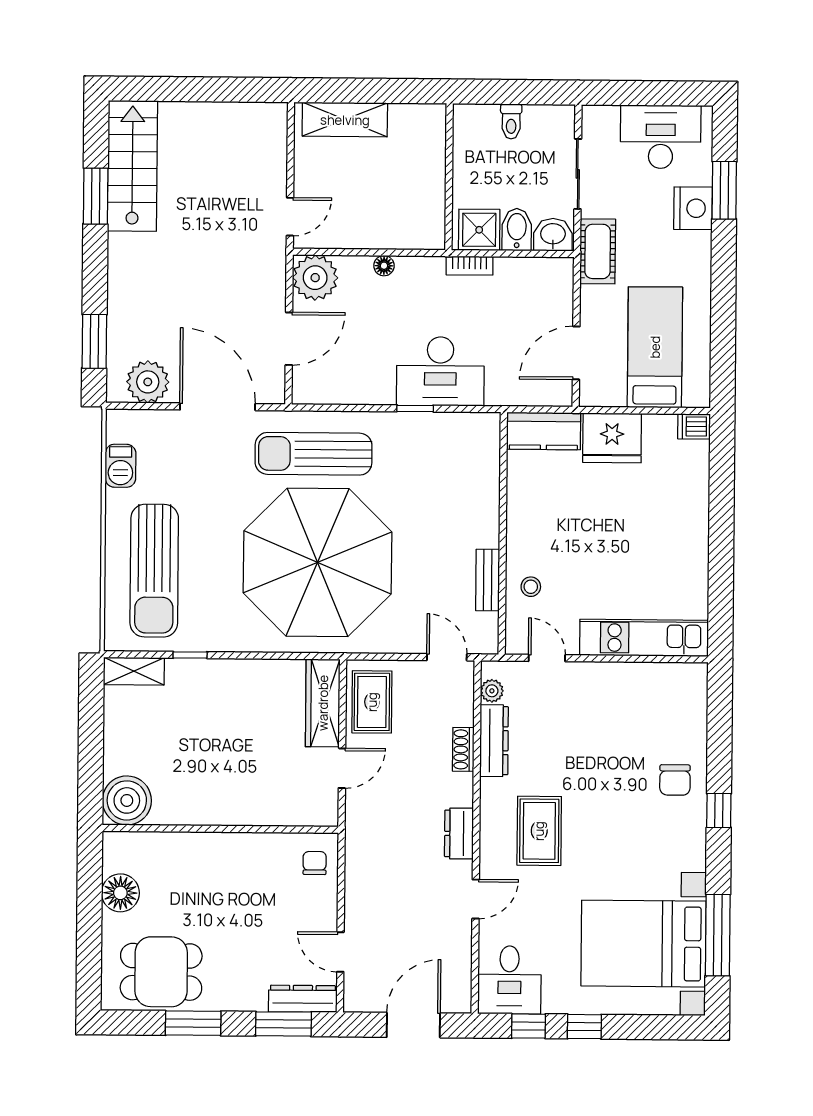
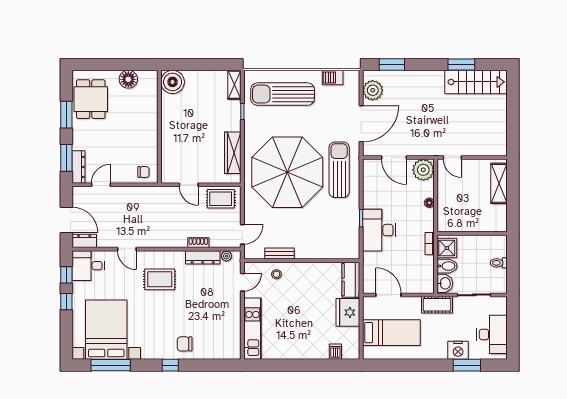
dishwasher: (694, 426) -> (335, 352), moved
wardrobe: (323, 703) -> (233, 153), moved, turned -90
dresser: (459, 833) -> (84, 241), moved

